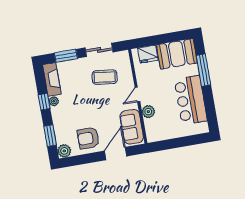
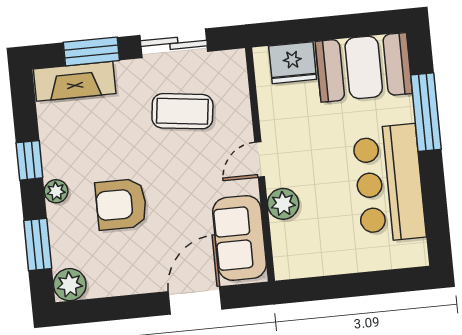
fireplace: (52, 79) -> (75, 81), moved, turned 90
plant: (54, 101) -> (56, 191), moved
armchair: (88, 138) -> (121, 204), moved

